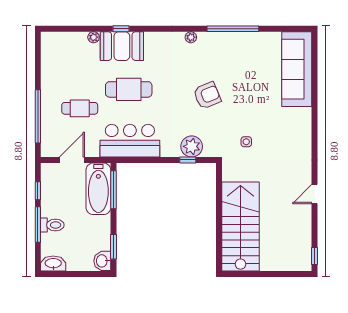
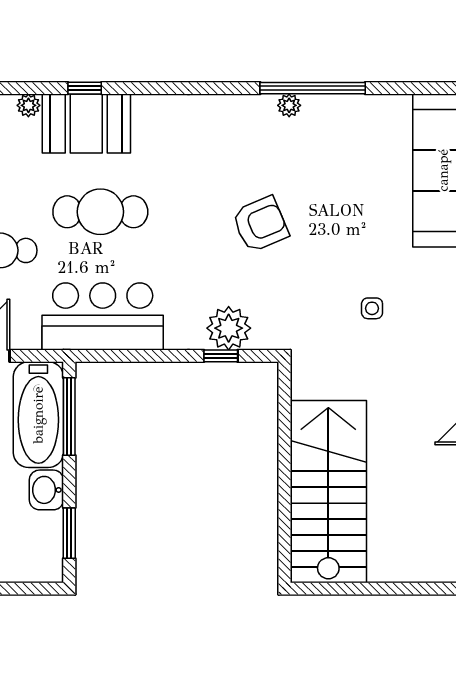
plant: (191, 37) -> (289, 105), moved
side table: (246, 142) -> (372, 308), moved
washbasin: (102, 261) -> (46, 490), moved

